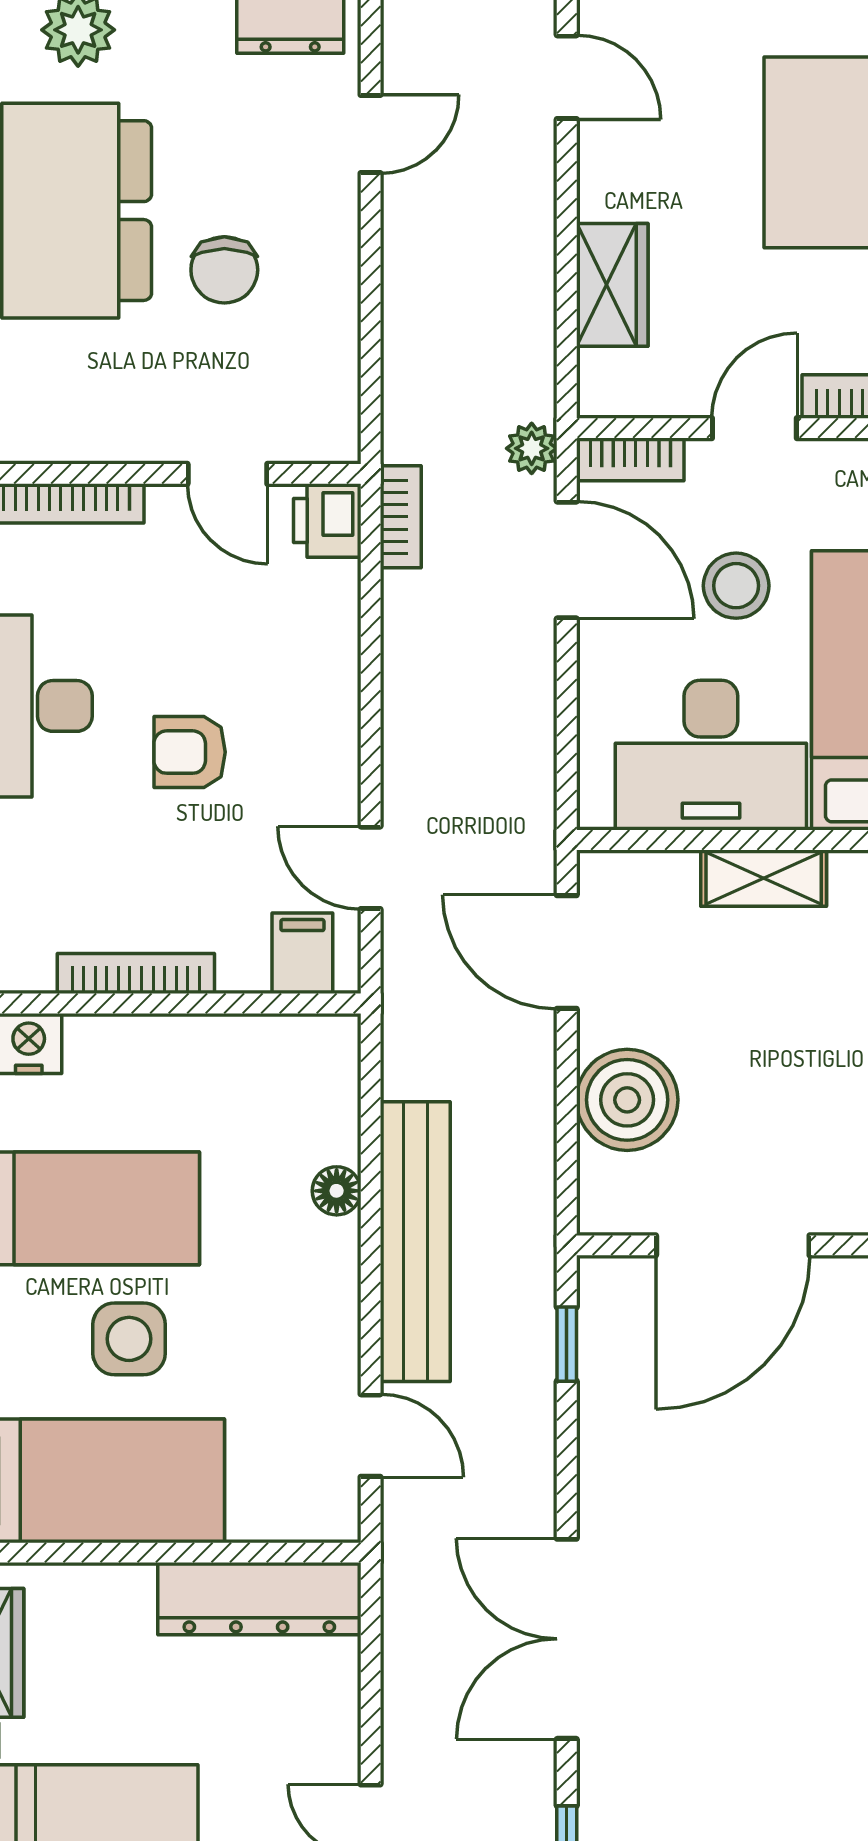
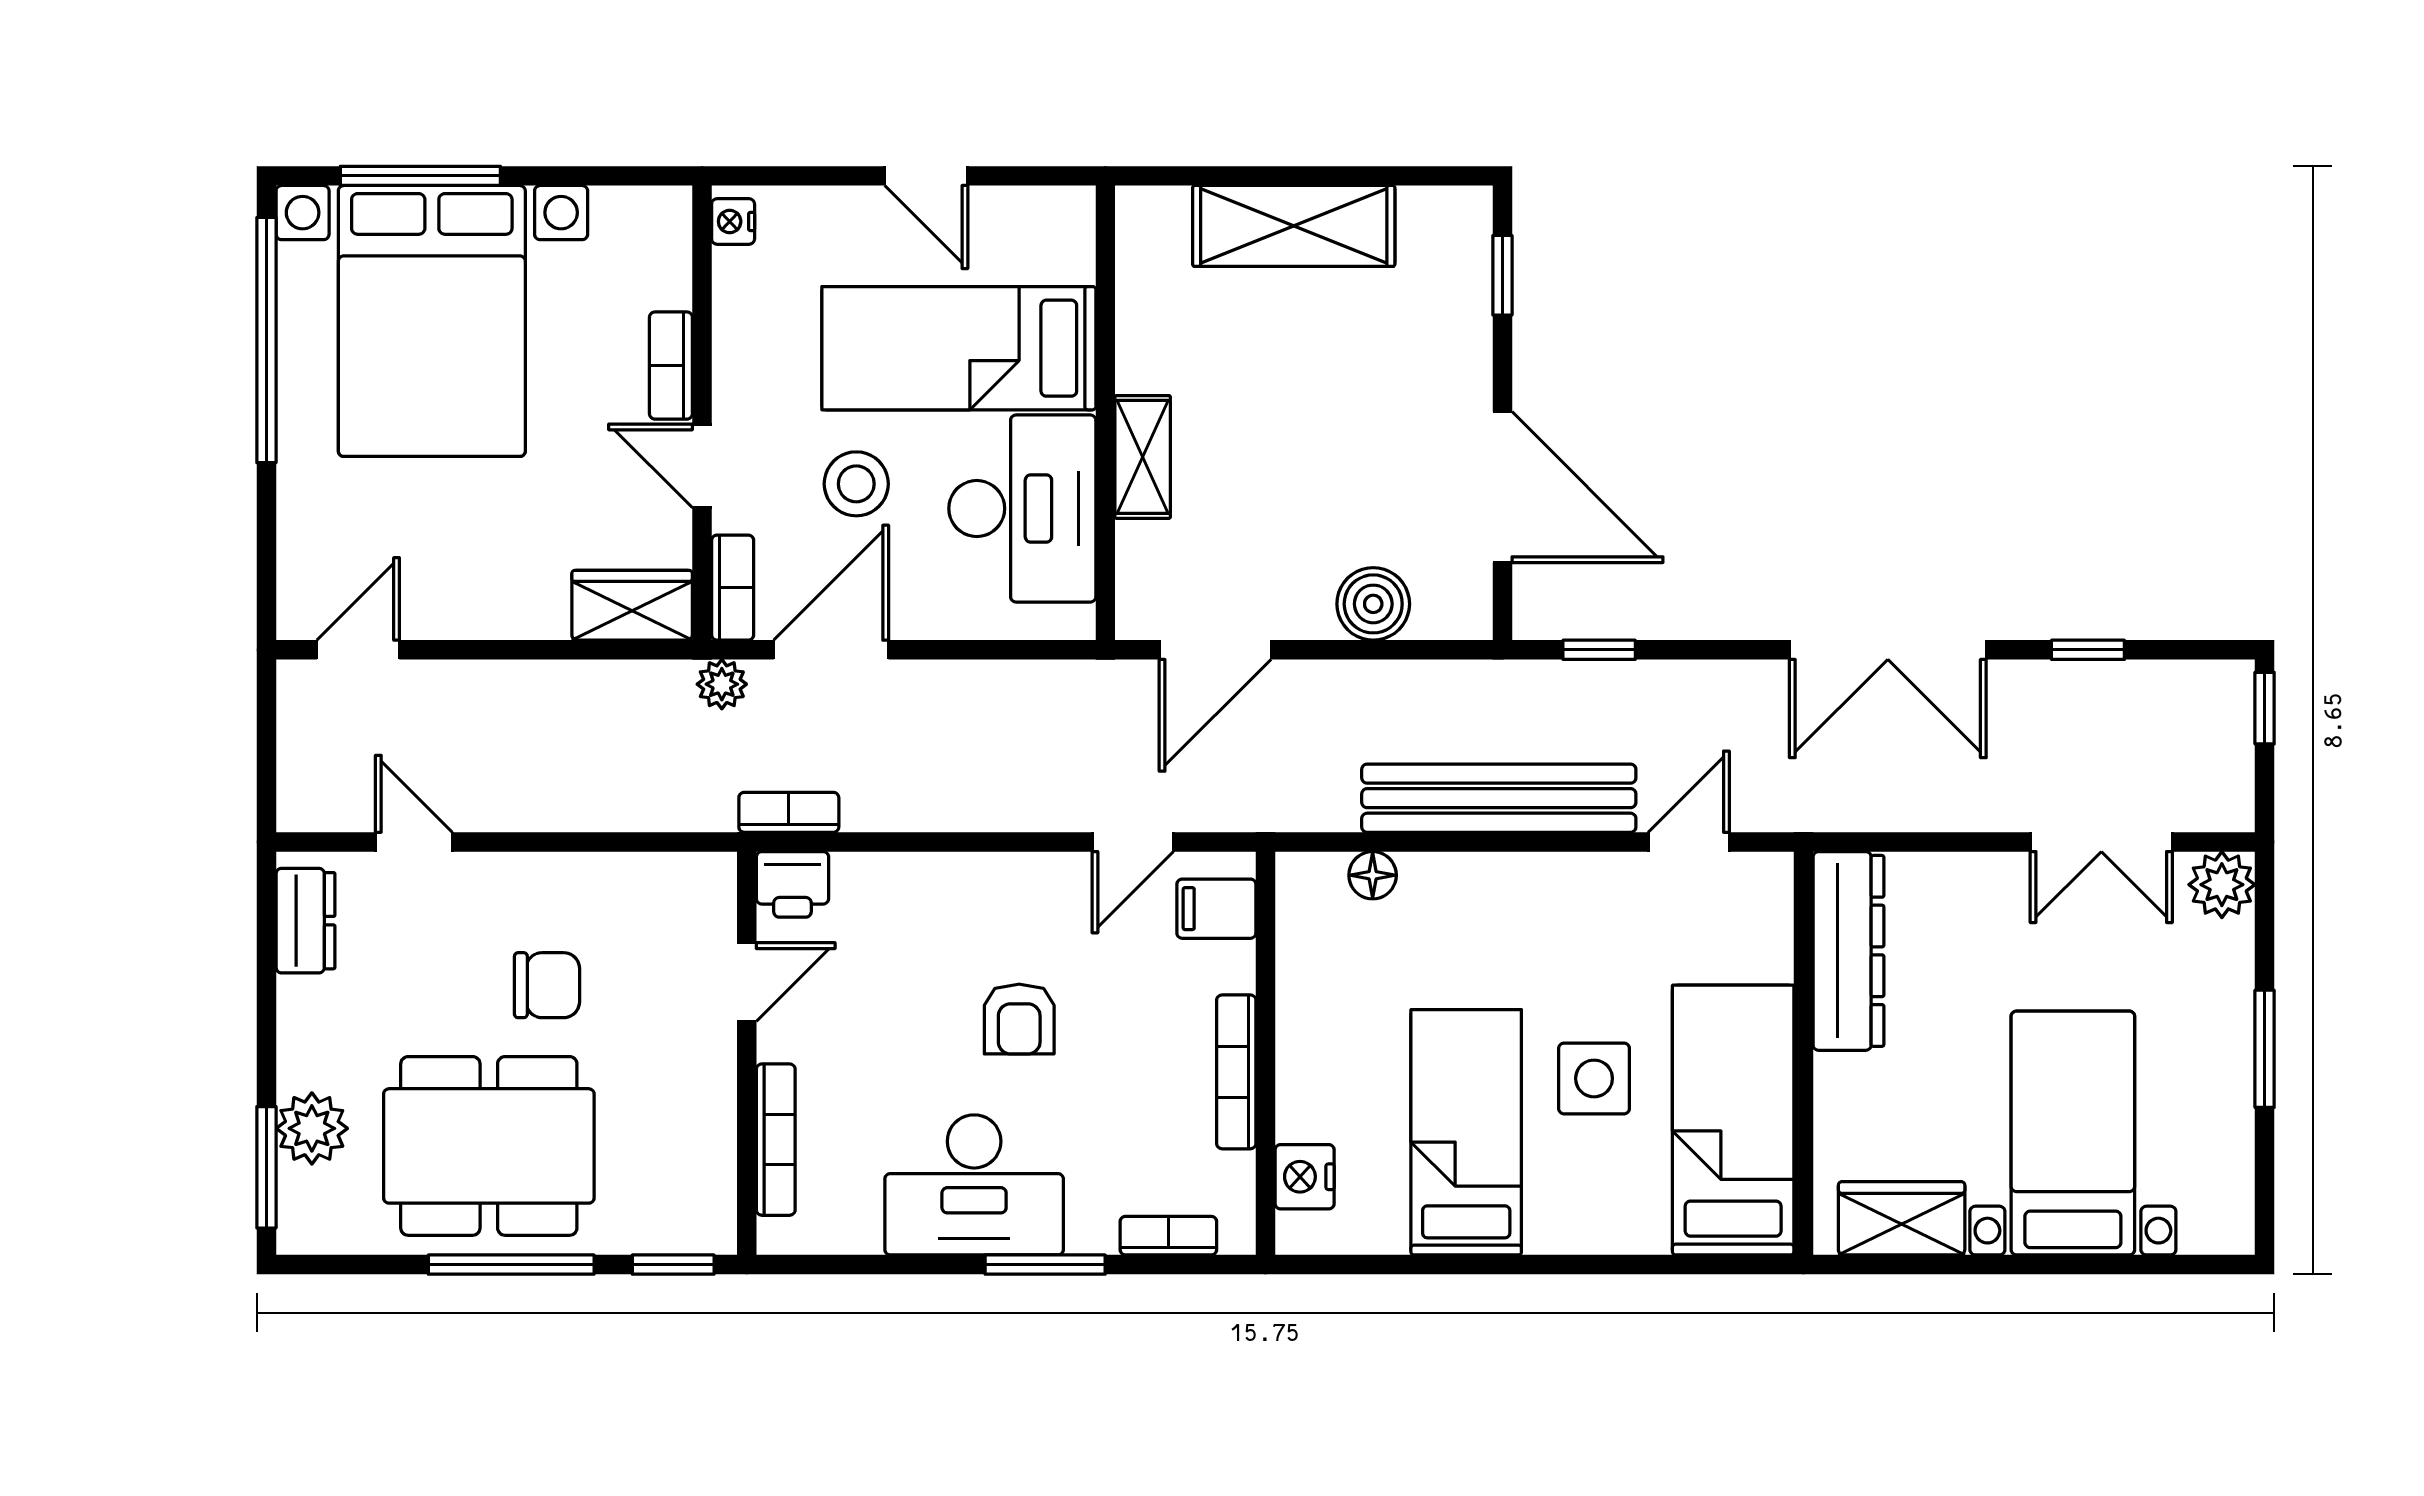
wardrobe: (612, 285) -> (632, 605), moved
boiler: (627, 1100) -> (1373, 604), width x0.73, depth x0.73
floor lamp: (337, 1191) -> (1373, 875), moved

